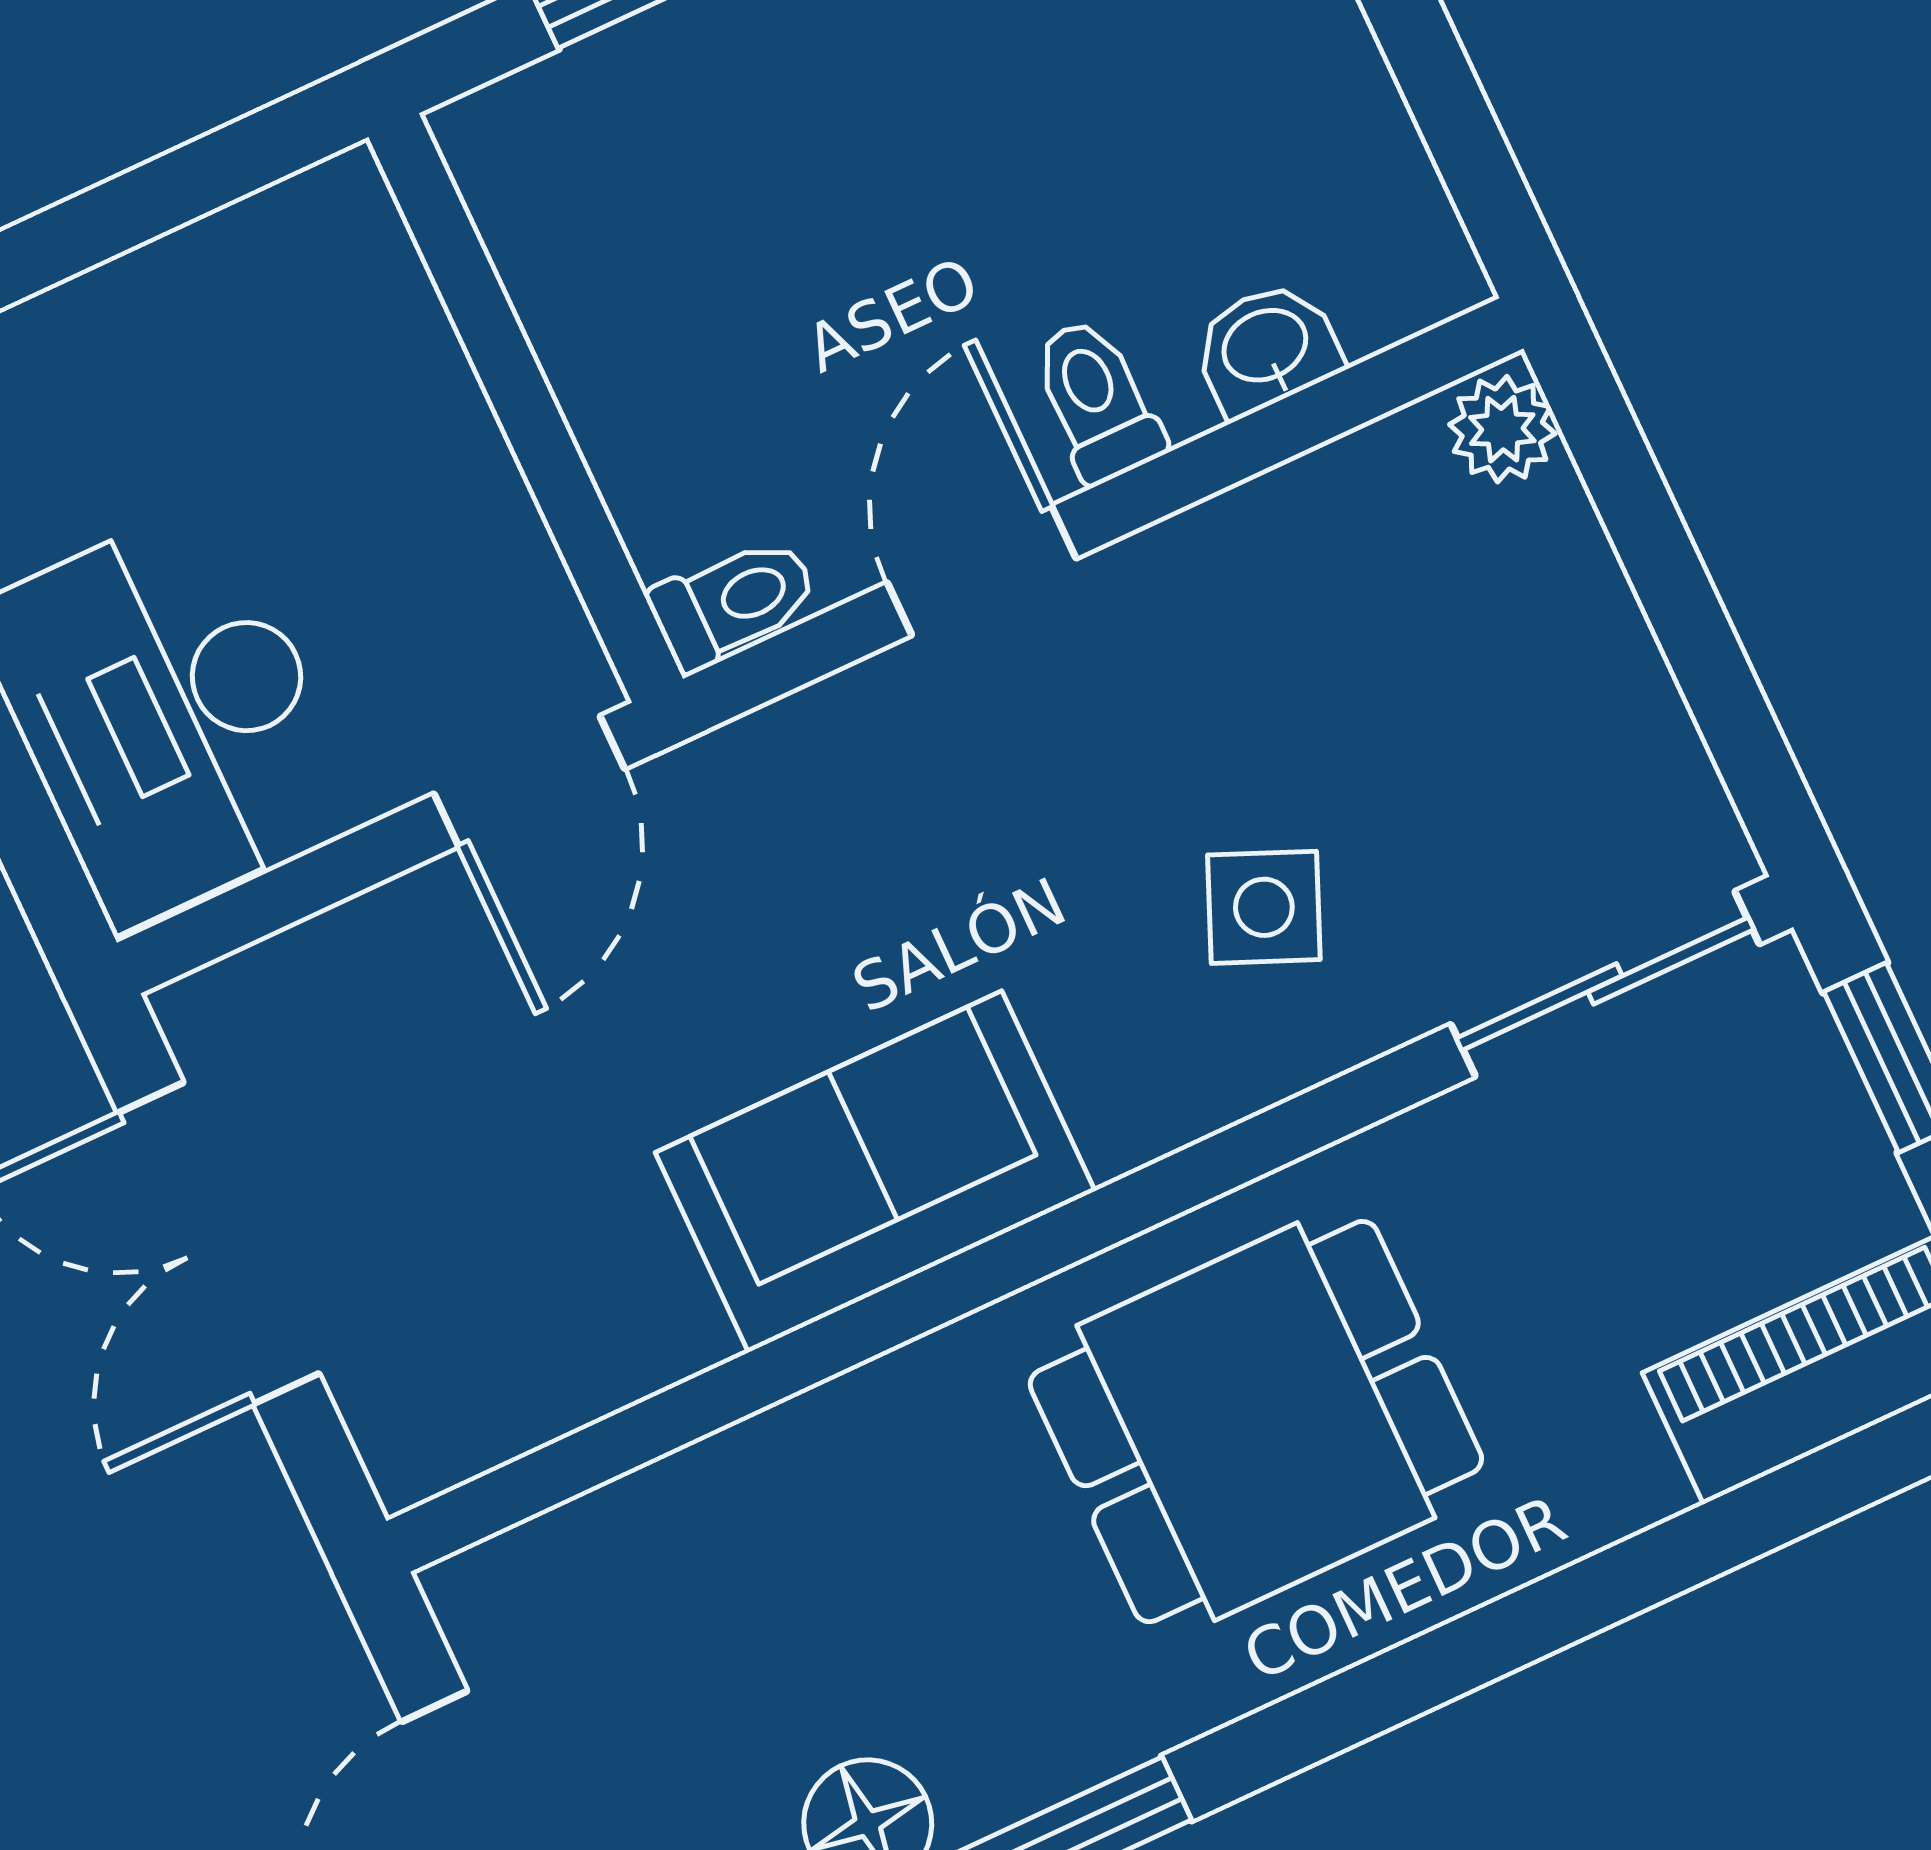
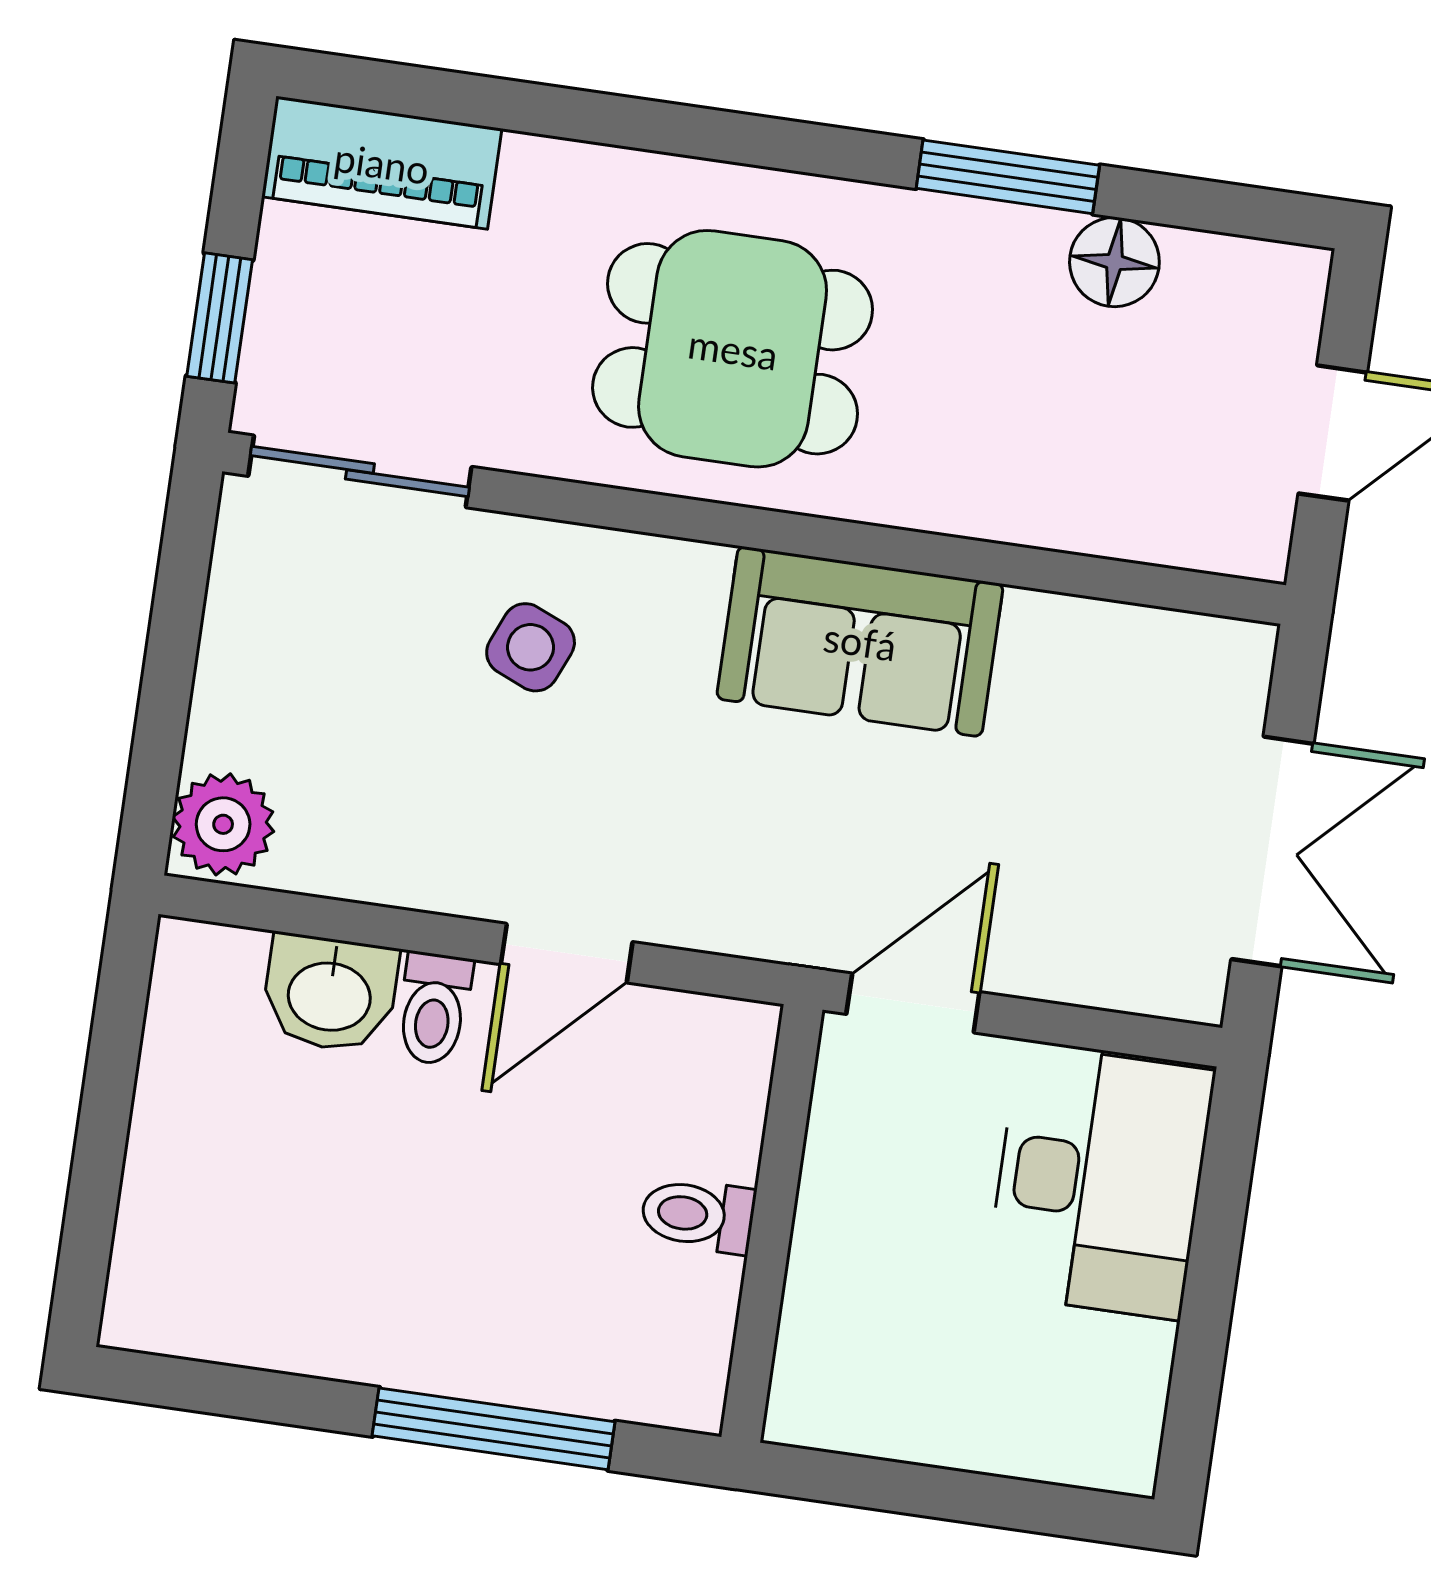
washbasin: (1266, 348) -> (330, 993), width x1.38, depth x1.45
plant: (1502, 429) -> (223, 824), width x1.38, depth x1.38
toilet: (733, 602) -> (698, 1215), moved

